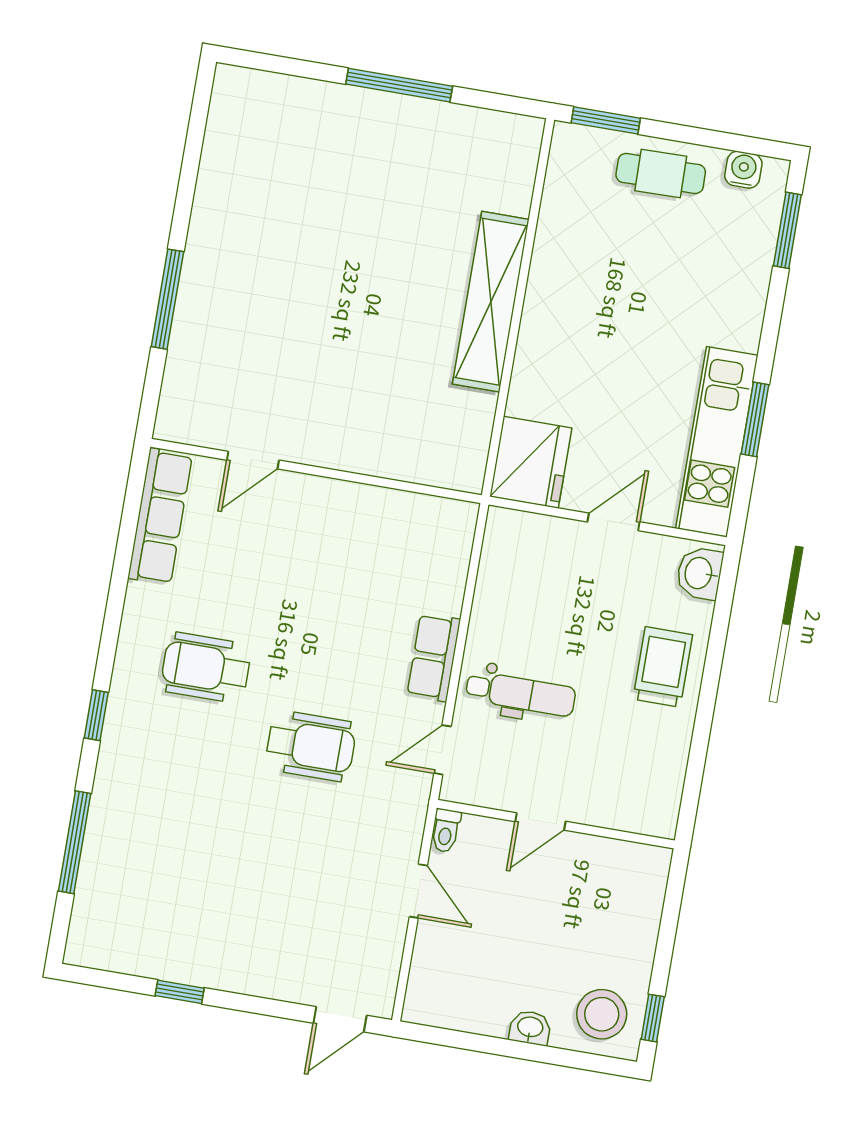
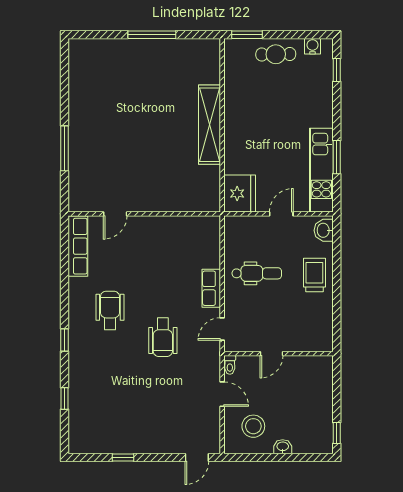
window: (787, 230) -> (337, 70), width x0.67
wheelchair: (206, 668) -> (110, 310), turned 90
dental chair: (521, 694) -> (257, 273), moved
wheelchair: (311, 746) -> (163, 337), turned 90
window: (75, 842) -> (65, 399), width x0.46
stool: (602, 1014) -> (253, 426), moved

